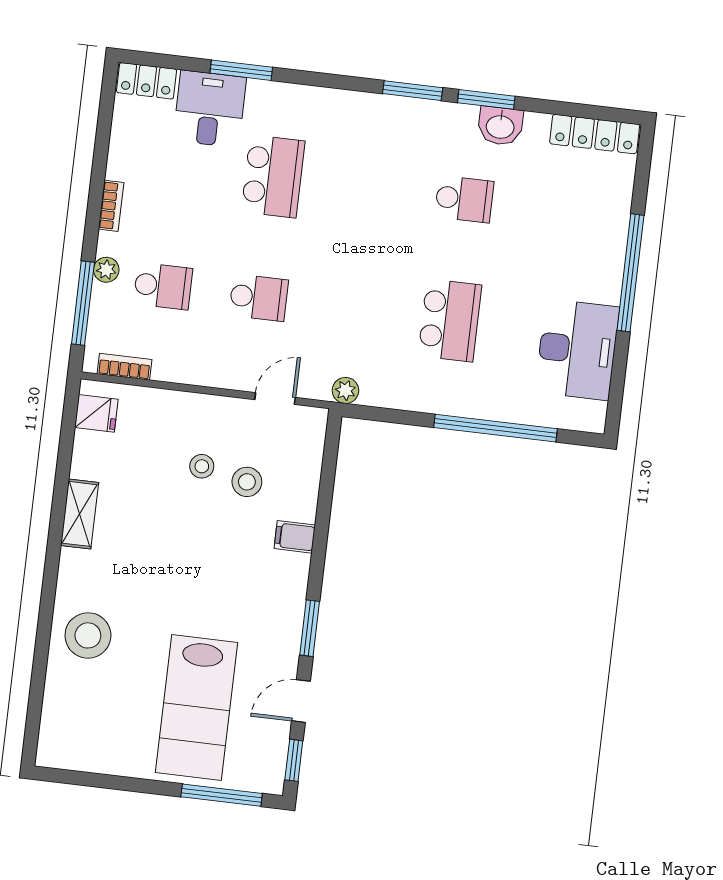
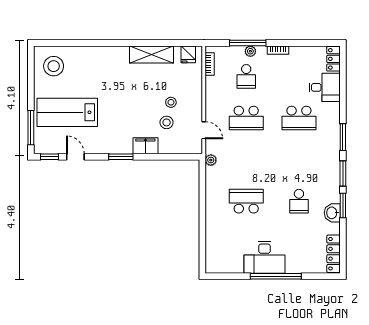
window: (241, 70) -> (343, 137), moved
school desk: (259, 298) -> (246, 118), width x1.85
window: (83, 303) -> (248, 43), moved
school desk: (450, 320) -> (246, 201), turned 180
desk: (577, 350) -> (264, 257), moved
window: (495, 428) -> (202, 226), removed
shelving: (80, 514) -> (151, 55), width x1.50, depth x1.33
filing cabinet: (295, 537) -> (145, 146), width x2.00
window: (310, 628) -> (121, 157), moved
stool: (88, 635) -> (54, 66), moved

